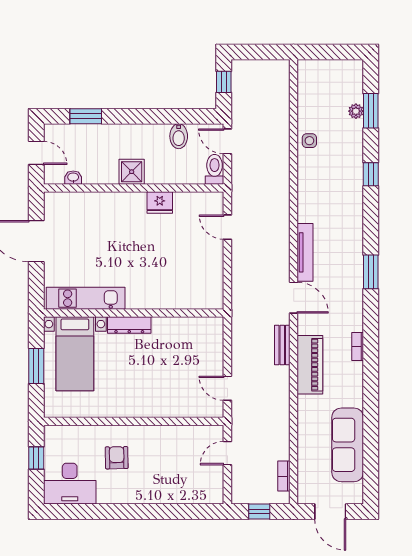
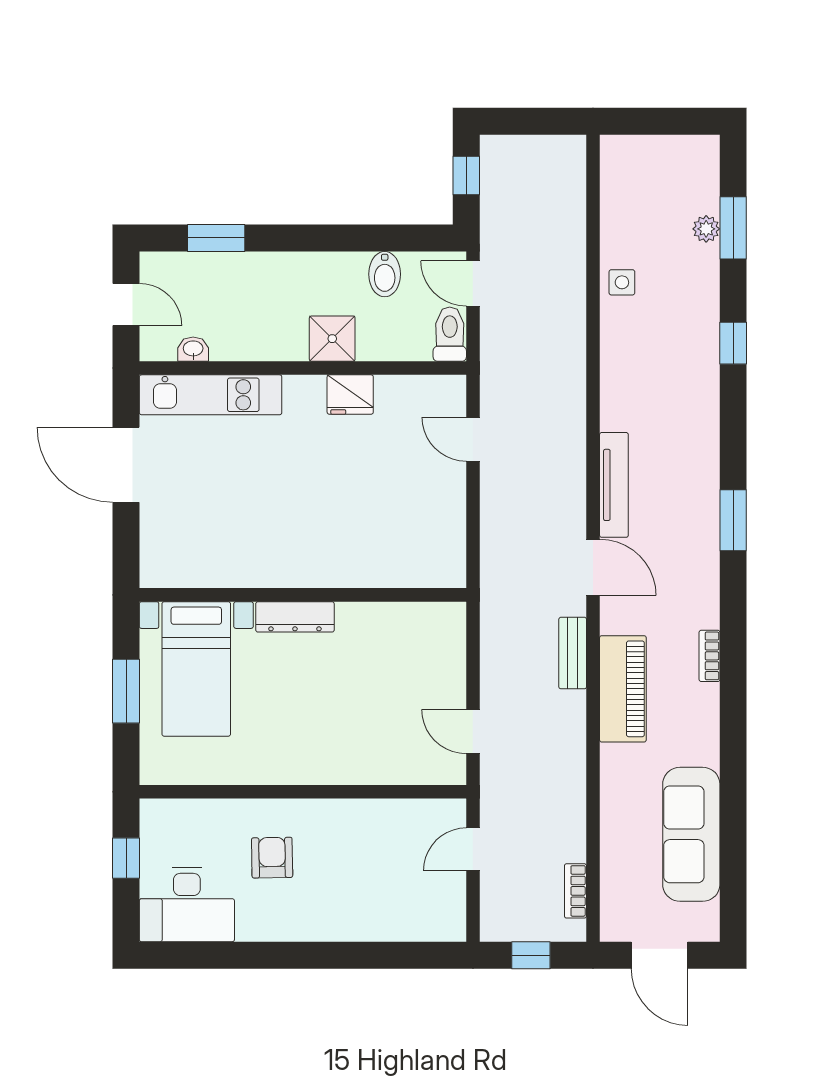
shower: (132, 172) -> (332, 339), moved
kitchen unit: (86, 298) -> (211, 395), moved, turned 180

